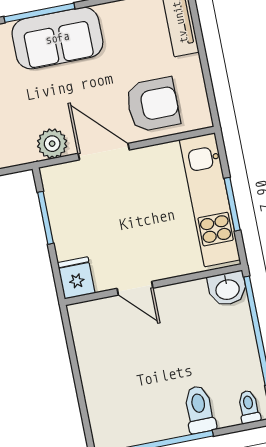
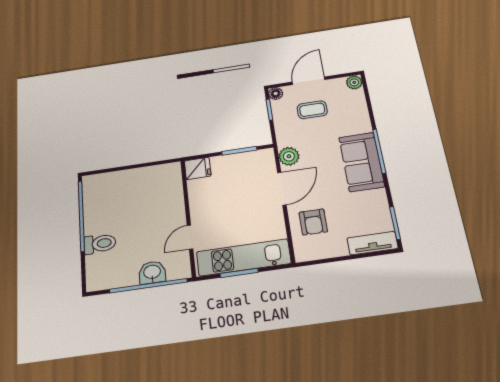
armchair: (153, 104) -> (313, 222), width x0.72, depth x0.72
door: (135, 288) -> (190, 237), moved
washbasin: (227, 289) -> (152, 272), moved, turned 90
toilet: (249, 407) -> (97, 277), removed

